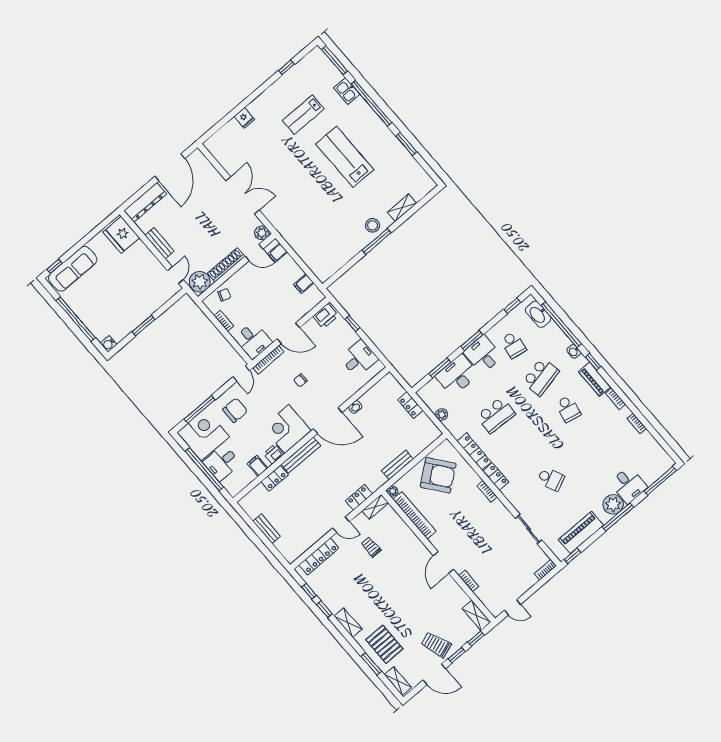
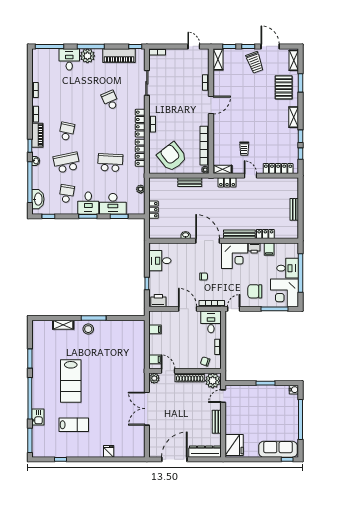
locker: (496, 477) -> (140, 123), width x1.53

